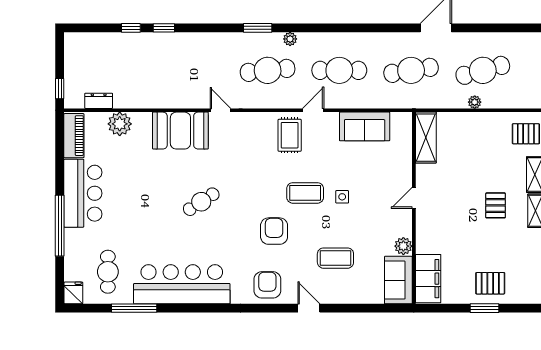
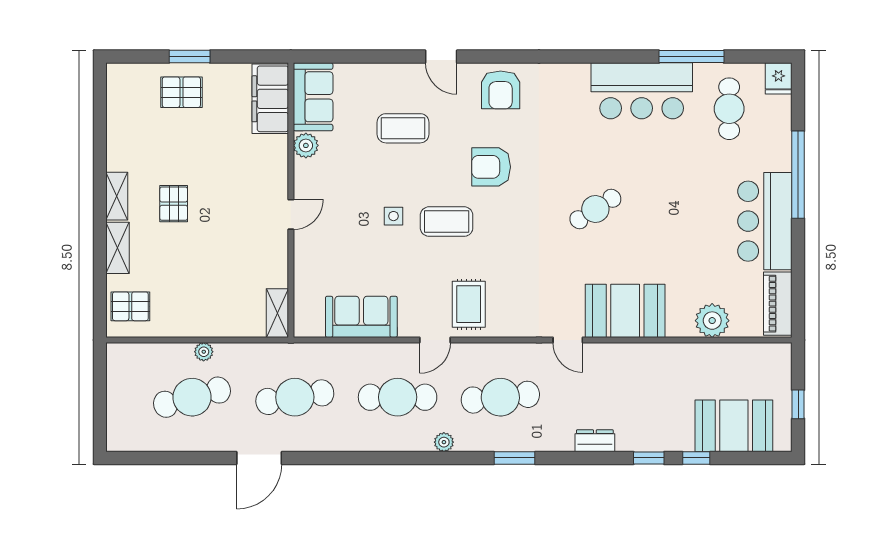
plant: (290, 39) -> (444, 442), moved
booth: (105, 50) -> (734, 426), added
window: (60, 89) -> (798, 404), moved
dresser: (99, 101) -> (595, 441), moved, turned 180
shelving: (426, 138) -> (277, 313), width x0.67, depth x0.75
armchair: (274, 231) -> (491, 167), turned 90
bar counter: (182, 284) -> (642, 91), width x0.73

